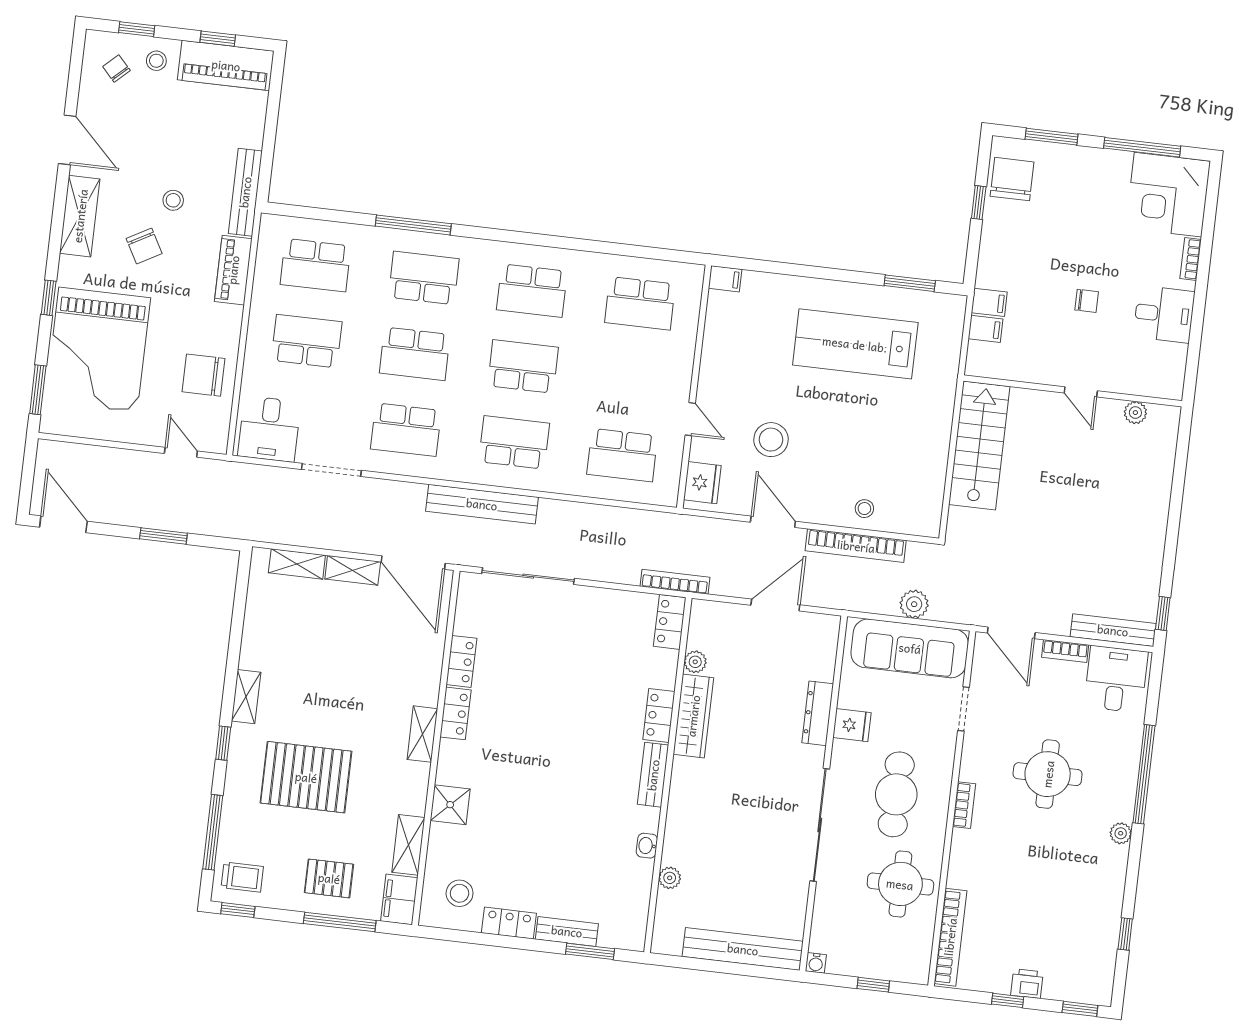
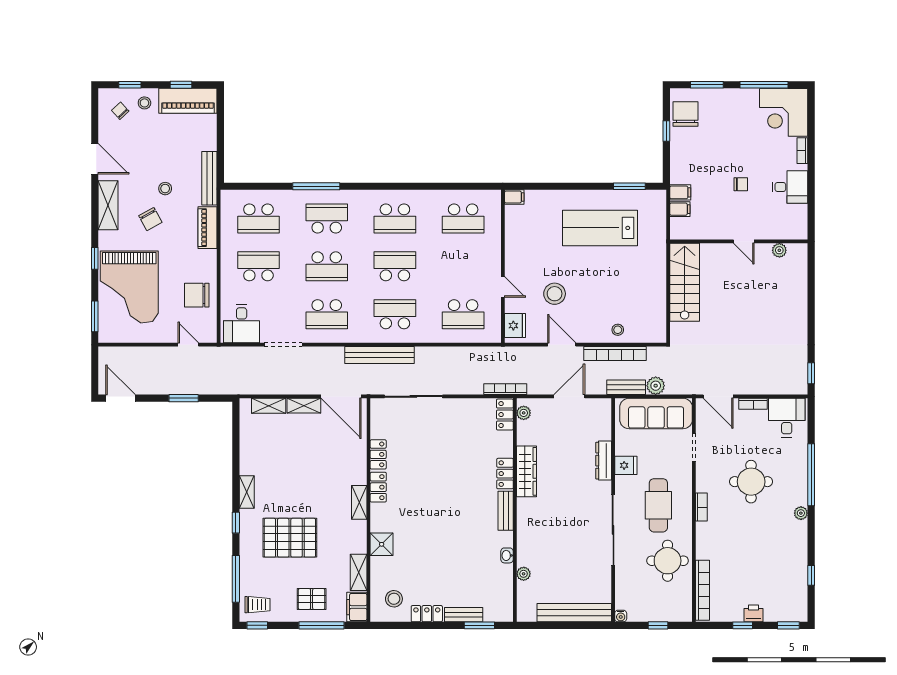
bench: (1113, 630) -> (626, 387), moved, width x0.73
plant: (695, 662) -> (524, 413), moved

